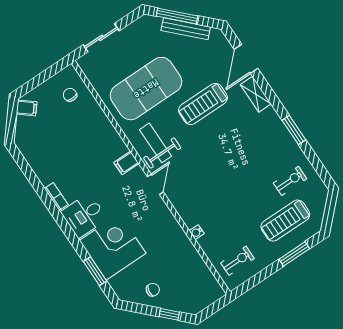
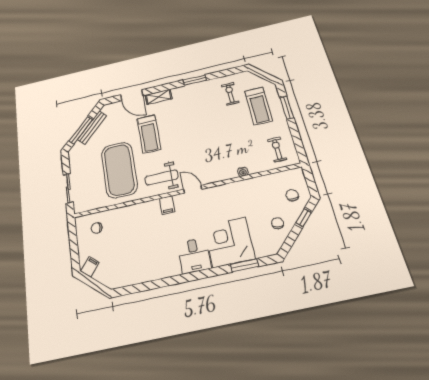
bookcase: (56, 197) -> (169, 272), removed
chair: (190, 295) -> (292, 195), added

